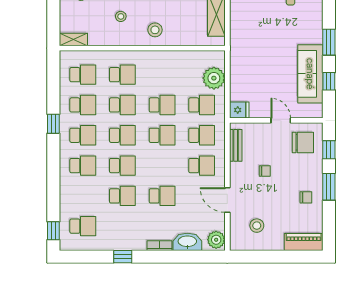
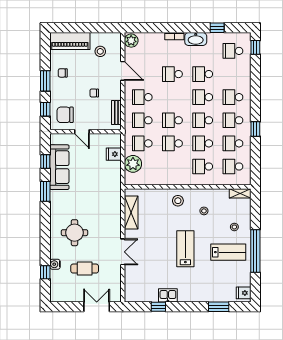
fridge: (239, 110) -> (114, 154), moved
washbasin: (187, 242) -> (196, 39), moved
piano: (304, 242) -> (70, 41), width x1.37, depth x1.33
window: (123, 257) -> (217, 28), moved

